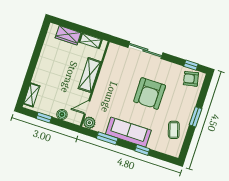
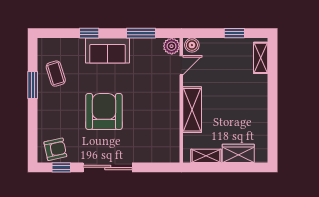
sliding door: (145, 50) -> (108, 167), moved
boiler: (62, 114) -> (192, 45), moved
window: (195, 117) -> (33, 85), moved
sofa: (128, 132) -> (108, 51), width x0.73

